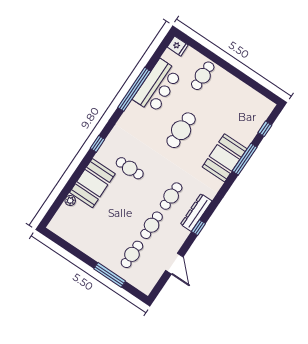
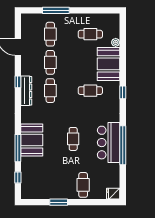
window: (240, 75) -> (59, 202), added
bar counter: (157, 86) -> (109, 143), moved
cafe table: (181, 130) -> (73, 139), width x0.73, depth x0.74
cafe table: (91, 227) -> (90, 34), added

